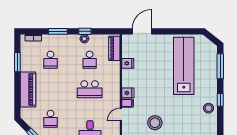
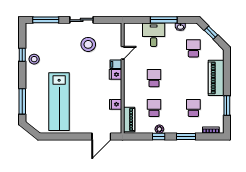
school desk: (90, 89) -> (154, 78), width x0.54
window: (220, 100) -> (22, 55), moved

